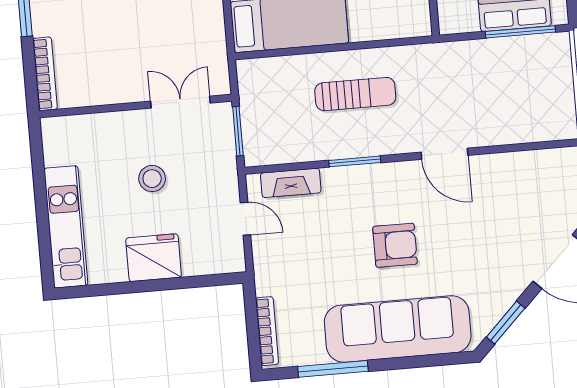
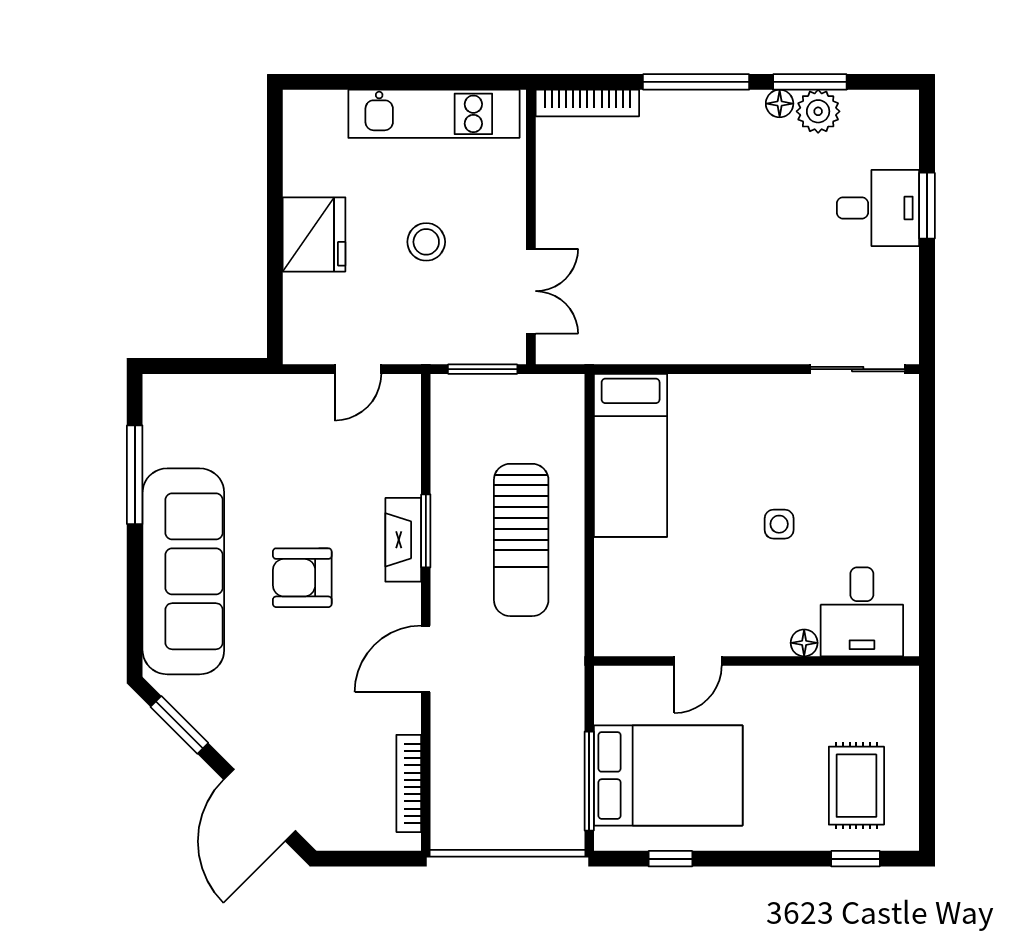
sun lounger: (355, 94) -> (521, 540), width x1.36, depth x1.34
fireplace: (291, 183) -> (403, 540), moved
kitchen unit: (66, 227) -> (434, 114), moved
armchair: (395, 245) -> (302, 578), turned 90
bookcase: (267, 331) -> (409, 783), moved, turned 90

